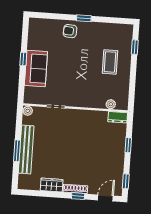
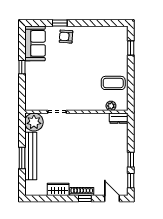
window: (84, 18) -> (60, 23), moved
coffee table: (110, 62) -> (113, 83), moved, turned 90
sofa: (36, 68) -> (35, 43), moved
plant: (28, 111) -> (34, 122), width x1.88, depth x1.88
window: (128, 145) -> (131, 160), moved
door: (105, 198) -> (112, 198), hinge flipped

